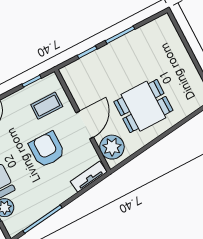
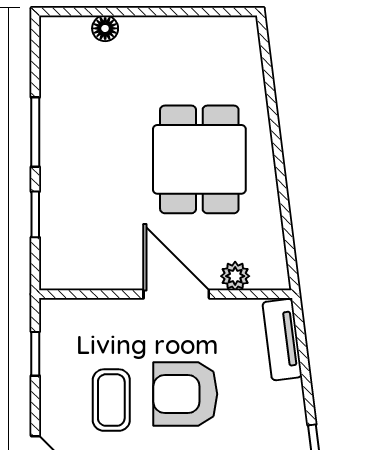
floor lamp: (176, 41) -> (105, 28), added
coffee table: (47, 106) -> (111, 400), moved
plant: (112, 147) -> (235, 276), width x0.53, depth x0.53

